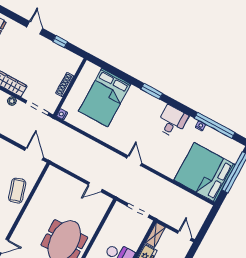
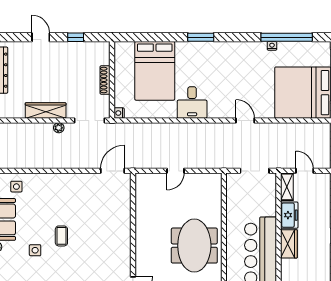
desk: (172, 121) -> (192, 102), moved, turned 180
door: (34, 154) -> (112, 171), hinge flipped
door: (134, 161) -> (245, 120), moved
door: (95, 187) -> (176, 171), moved
coffee table: (17, 191) -> (116, 219), removed
door: (184, 236) -> (305, 171), moved

